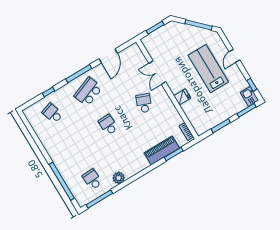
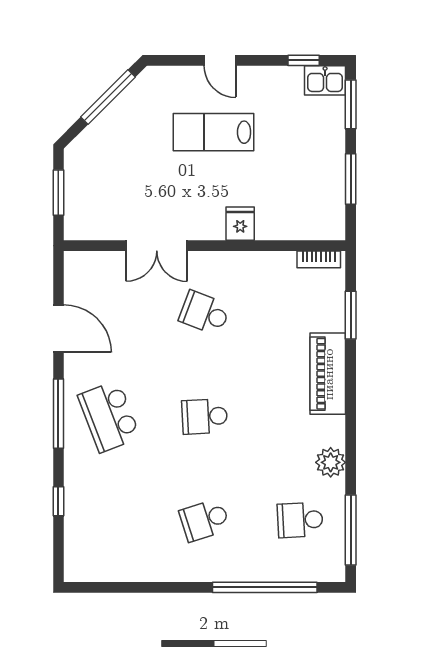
lab bench: (208, 69) -> (214, 132), width x0.73, depth x0.72
school desk: (53, 113) -> (205, 520), moved
piano: (162, 151) -> (328, 374), moved

